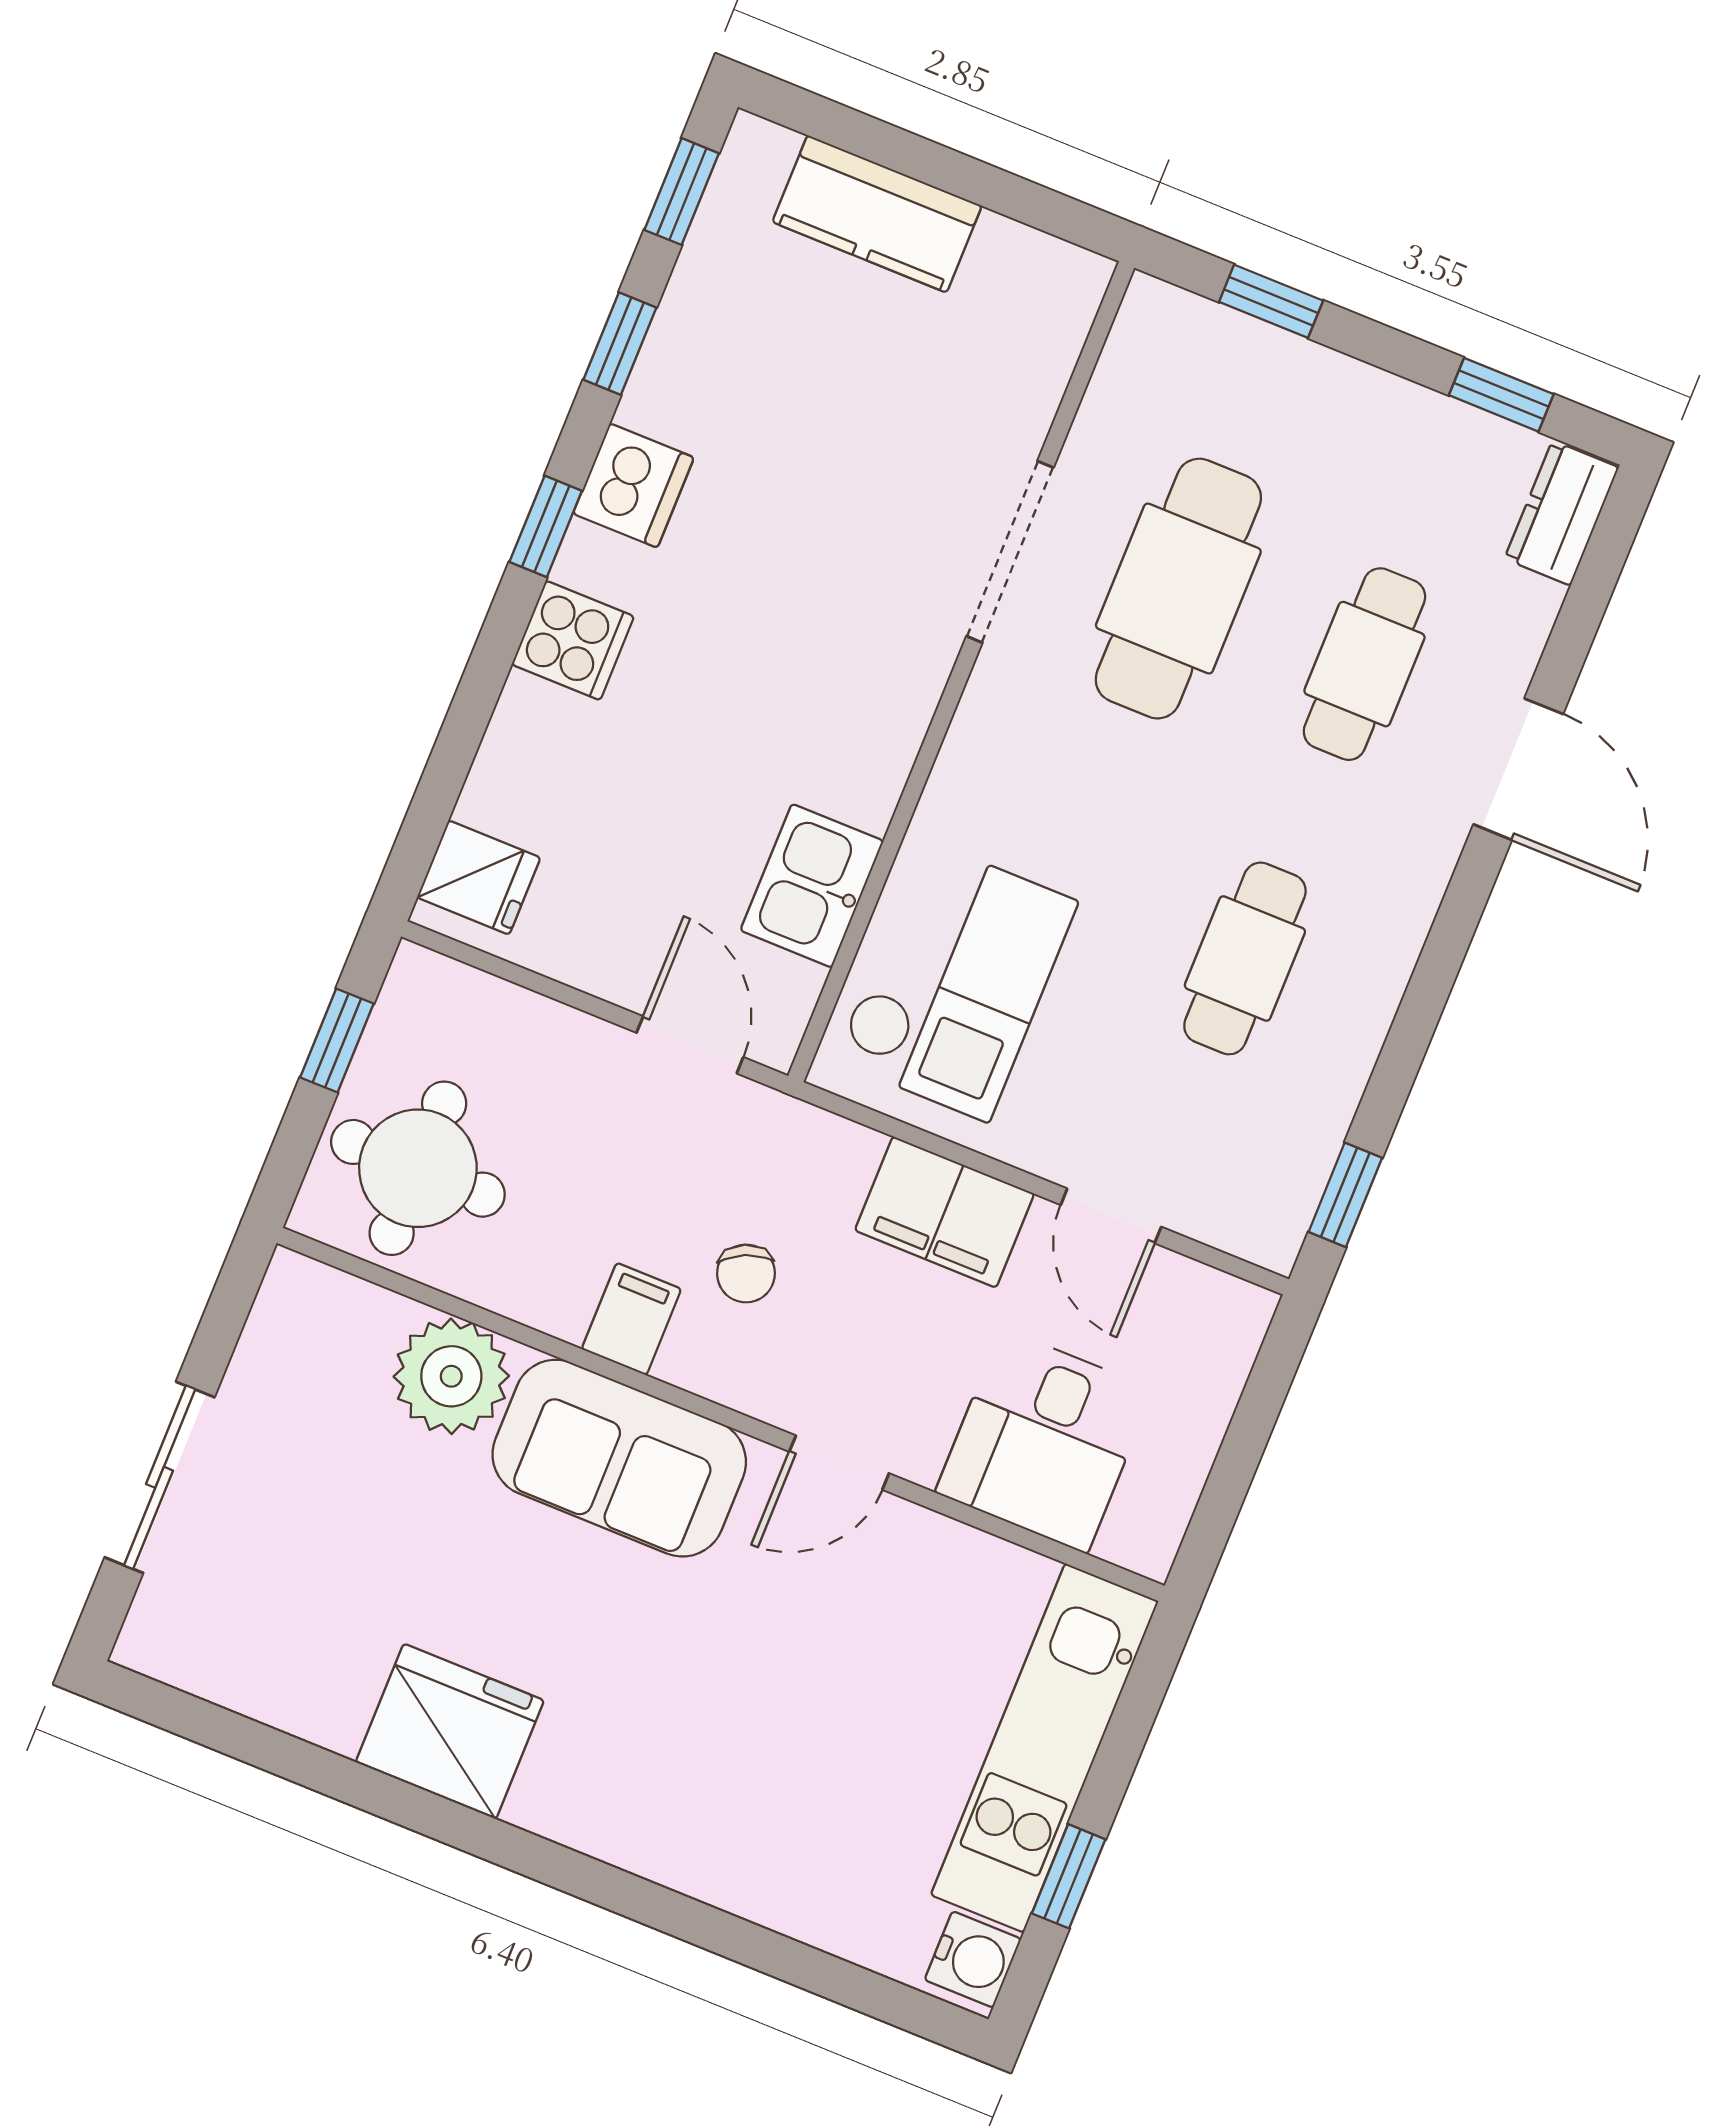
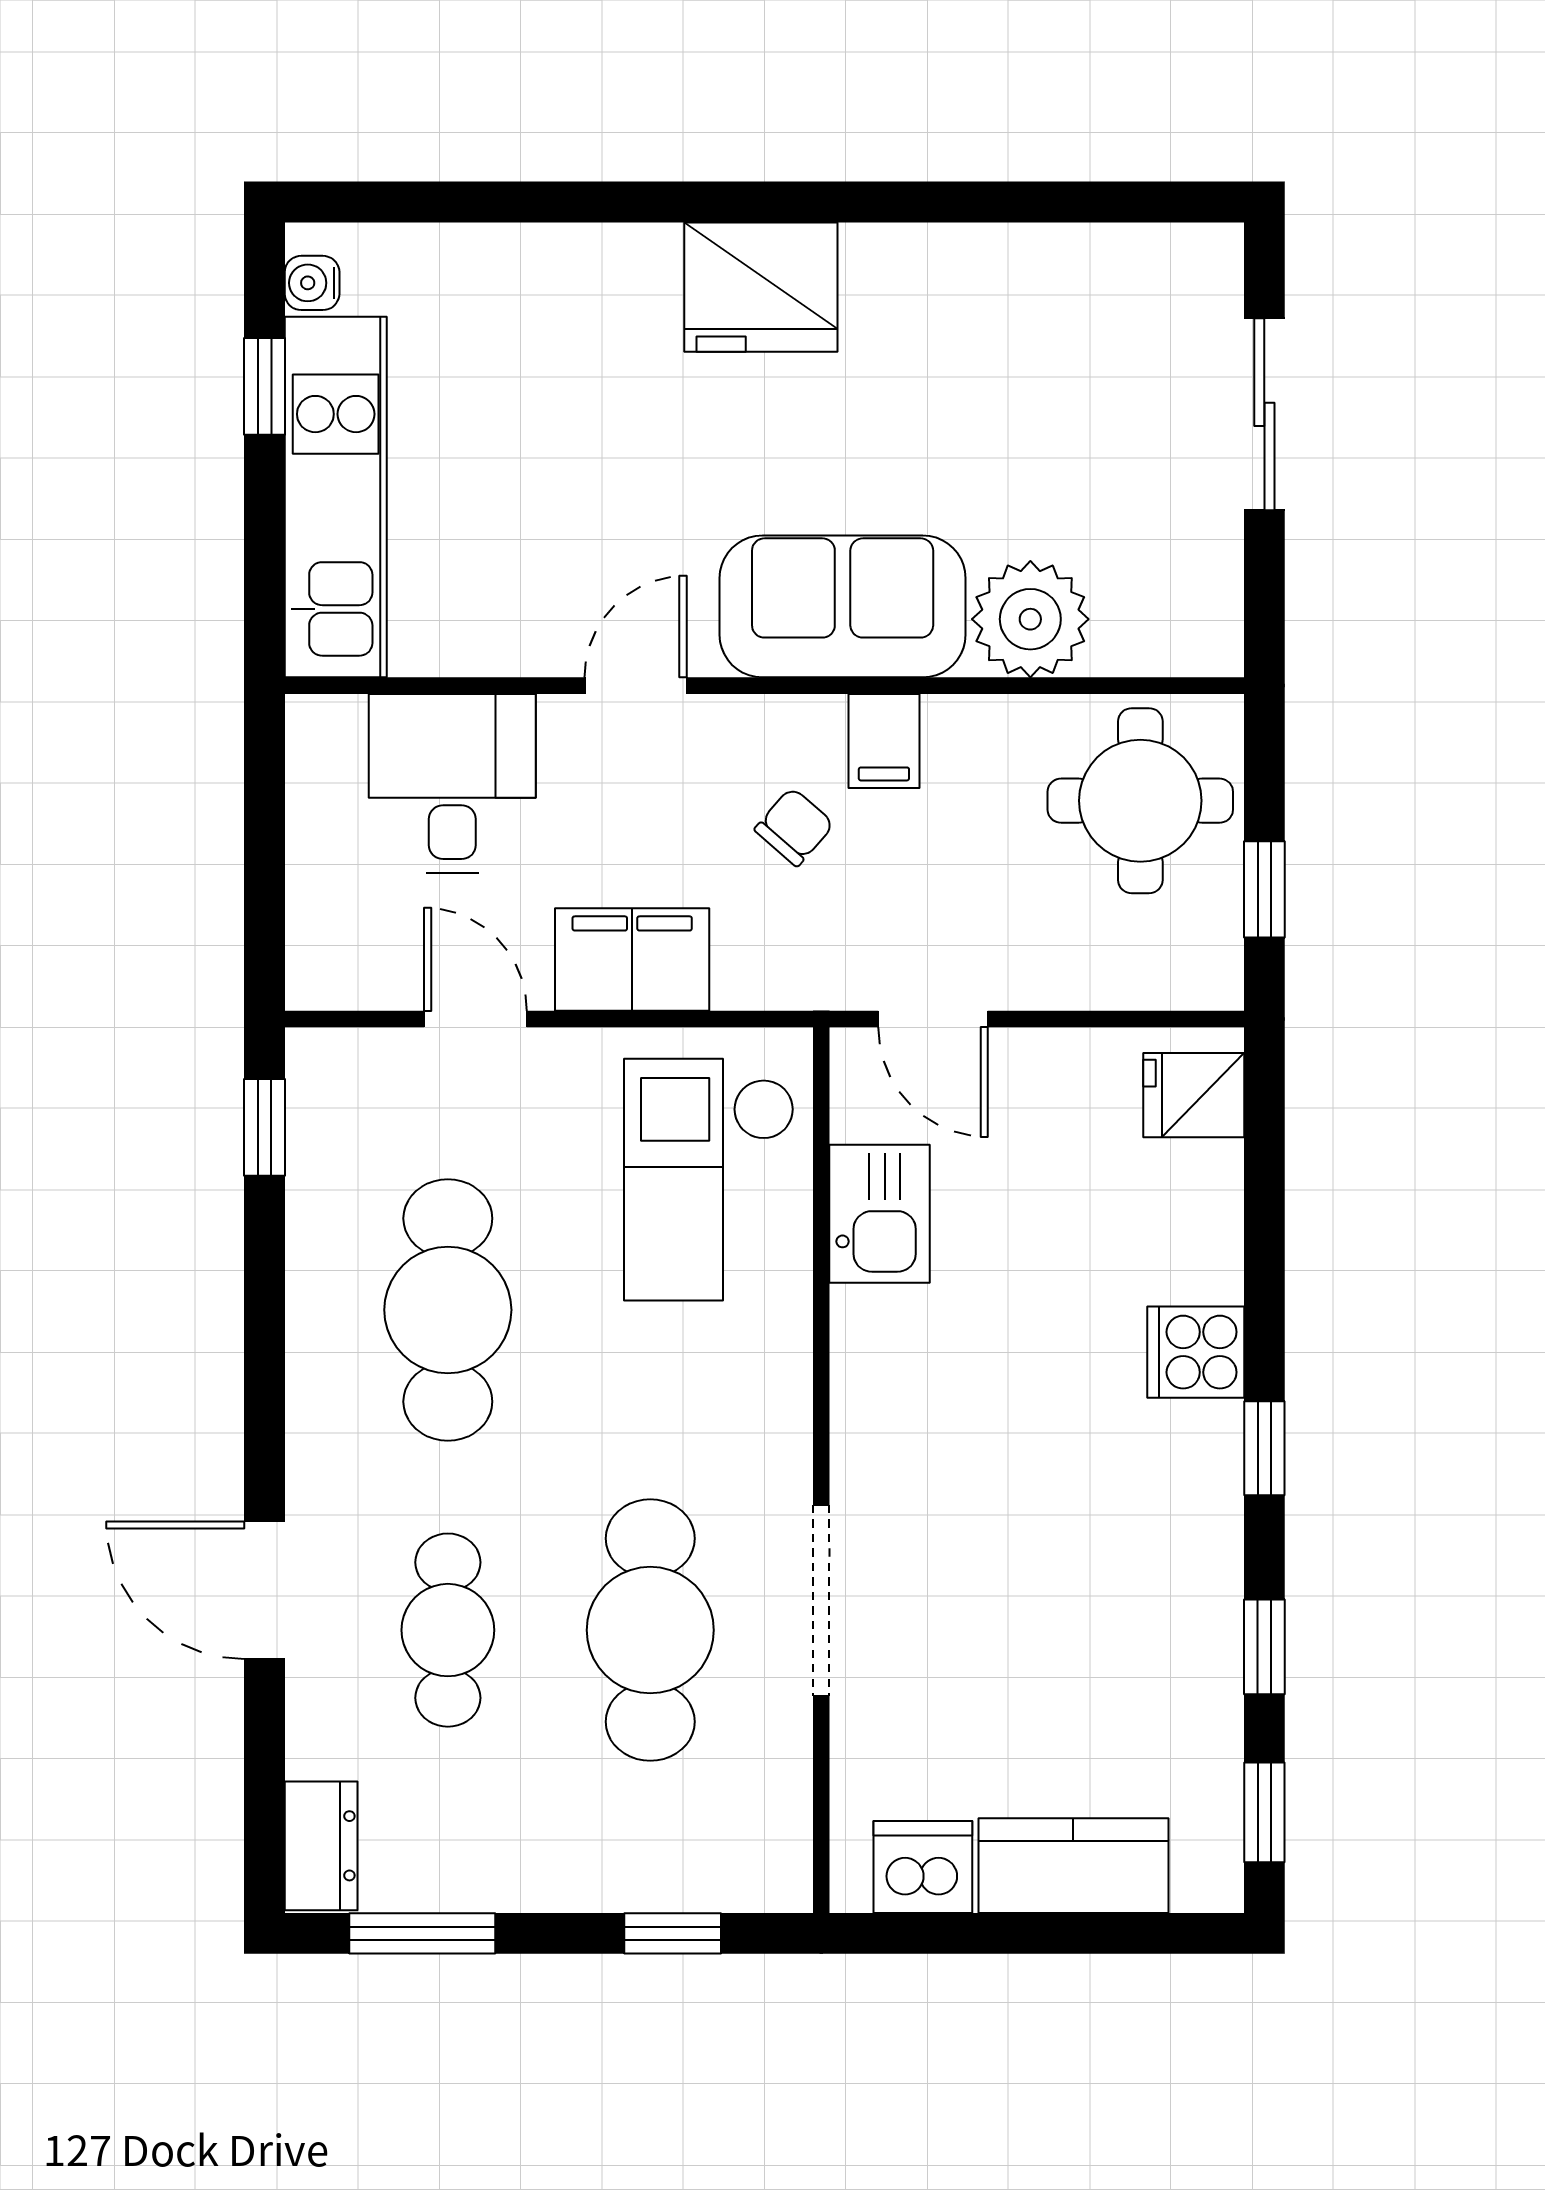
window: (1501, 395) -> (422, 1933), width x1.50
dishwasher: (633, 486) -> (923, 1867), moved, turned 90
cafe table: (1245, 958) -> (448, 1310), width x1.37, depth x1.35
chair: (746, 1273) -> (794, 827), turned 65
fridge: (450, 1731) -> (761, 287), moved
water cooler: (973, 1959) -> (312, 283), width x0.72, depth x0.72

